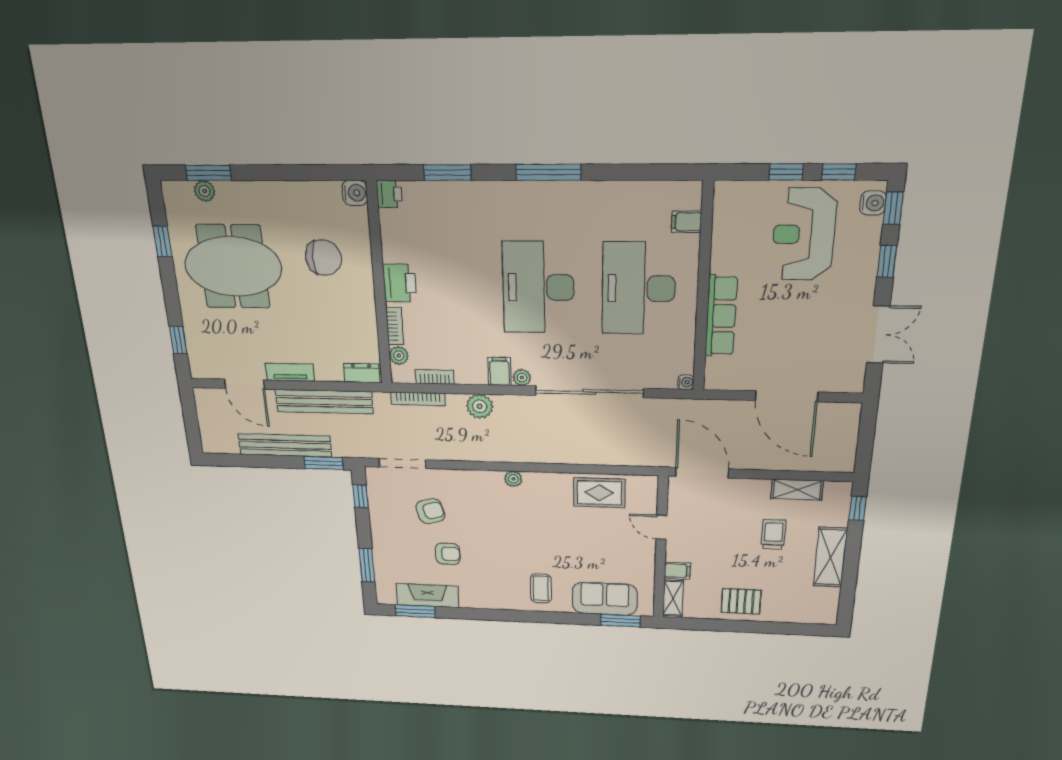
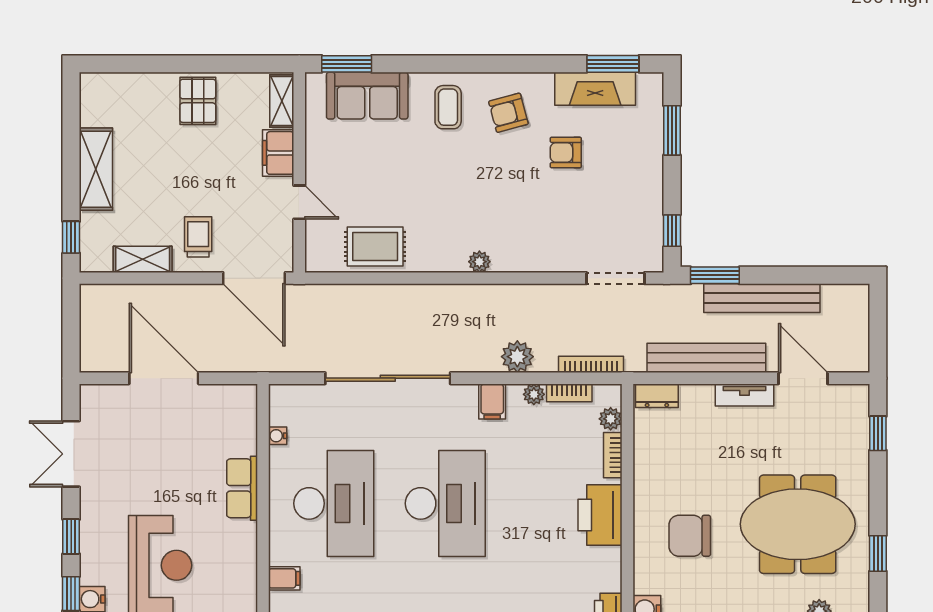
printer: (400, 283) -> (600, 515), width x1.37, depth x1.19
row of seats: (721, 316) -> (242, 488), width x0.68
plant: (522, 378) -> (534, 394), moved
water cooler: (686, 382) -> (278, 436), moved
armchair: (430, 511) -> (508, 113), moved
trolley: (773, 534) -> (198, 237), moved, turned 180
filing cabinet: (677, 571) -> (278, 153), width x2.00
pallet: (741, 601) -> (198, 101), turned 90

